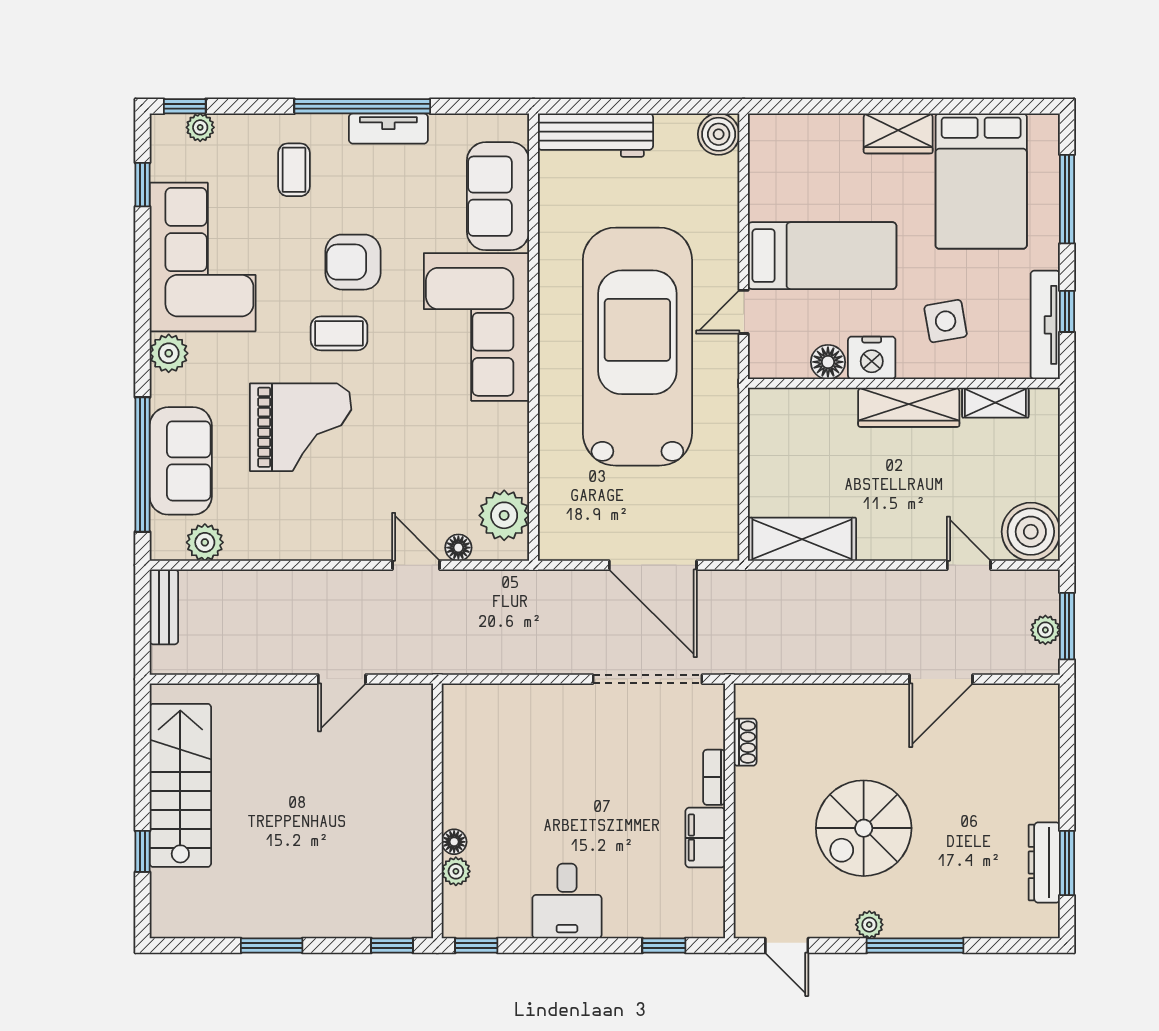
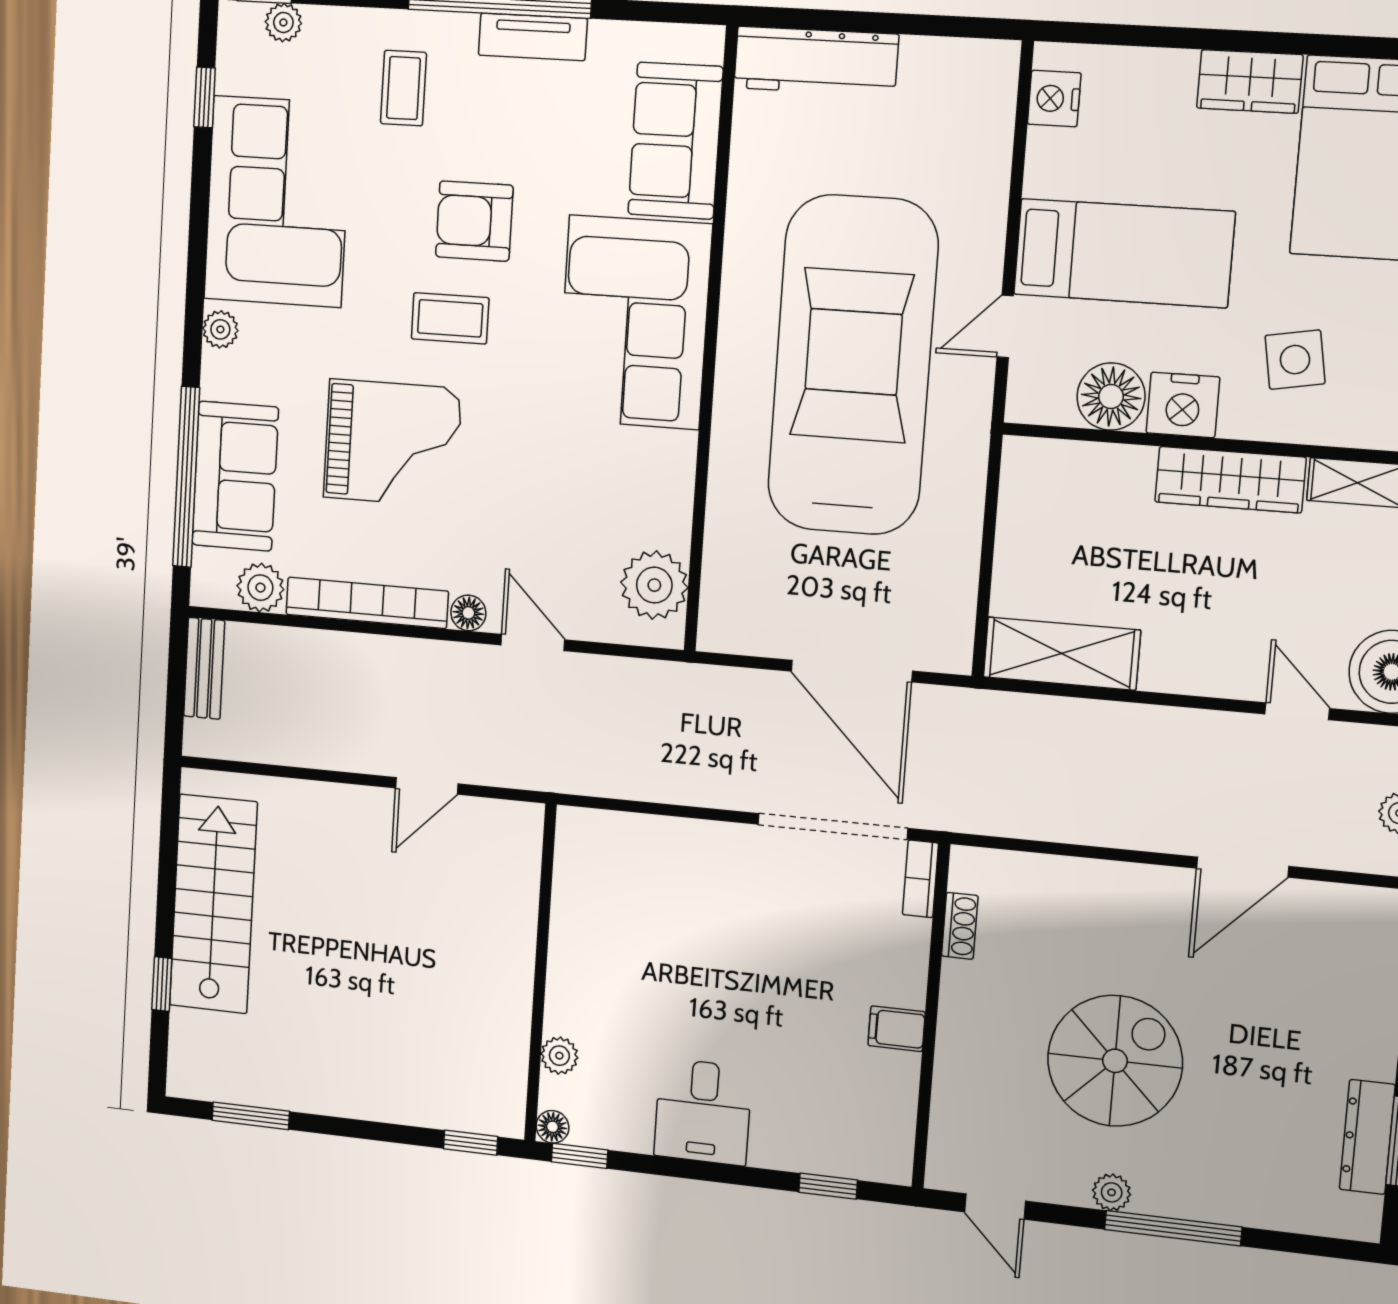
boiler: (719, 134) -> (990, 69), removed
nightstand: (765, 152) -> (1054, 99), added
plant: (169, 353) -> (220, 329), width x0.73, depth x0.73
floor lamp: (828, 362) -> (1111, 397), width x1.38, depth x1.38
bookcase: (288, 547) -> (367, 603), added
floor lamp: (458, 548) -> (468, 613), moved
bookcase: (714, 777) -> (920, 879), moved
spiral stairs: (864, 828) -> (1115, 1061), turned 180
filing cabinet: (705, 838) -> (897, 1029), width x0.50
floor lamp: (454, 842) -> (552, 1127), moved
window: (272, 945) -> (251, 1116), moved

